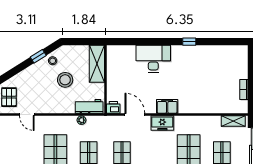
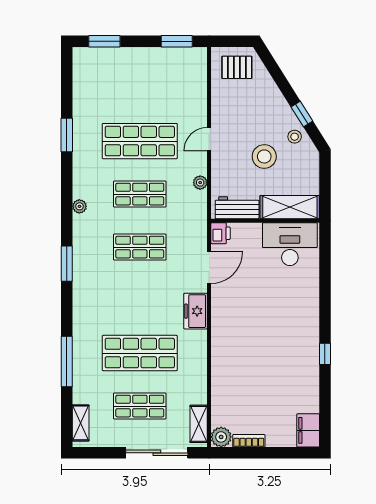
desk: (153, 59) -> (290, 244), moved, turned -90
workbench: (89, 106) -> (237, 208), moved, turned -90
filing cabinet: (167, 106) -> (308, 430), moved, turned 180
plant: (241, 107) -> (221, 437), added
door: (27, 115) -> (209, 139), moved

